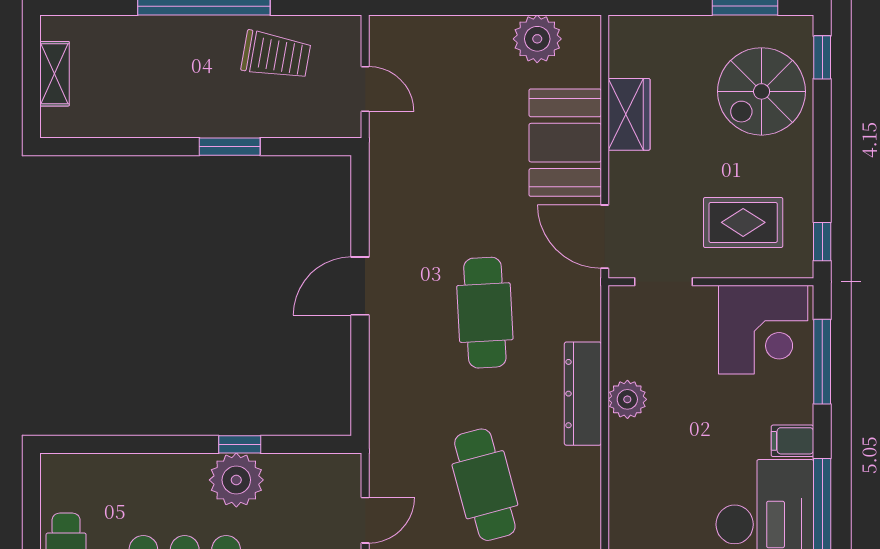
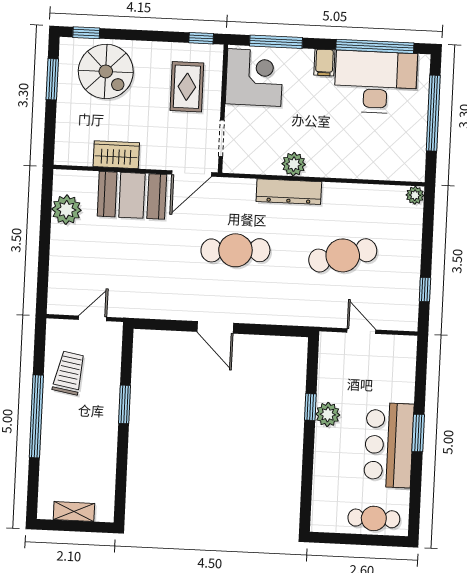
plant: (236, 480) -> (328, 414), width x0.73, depth x0.73

